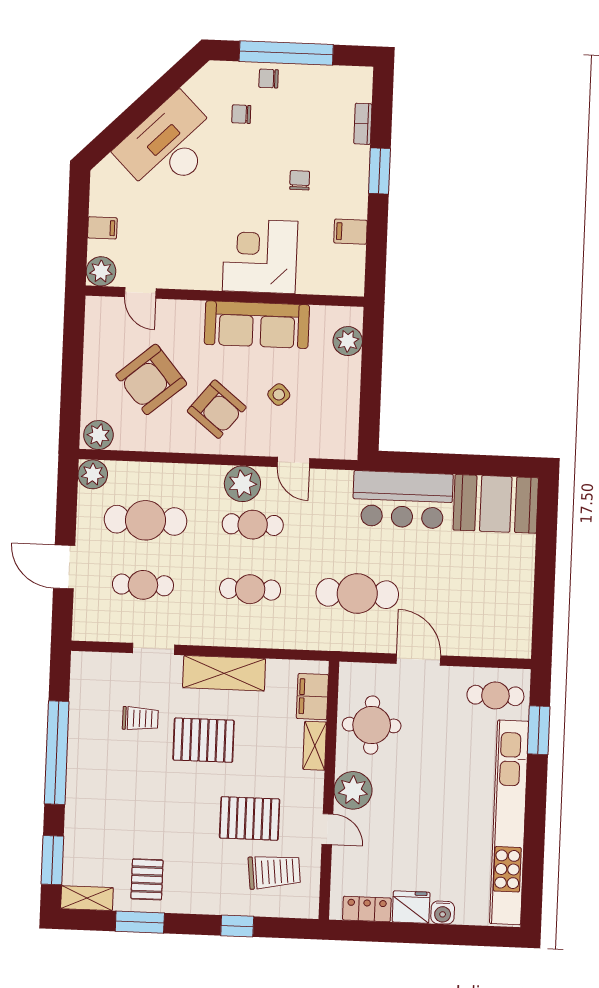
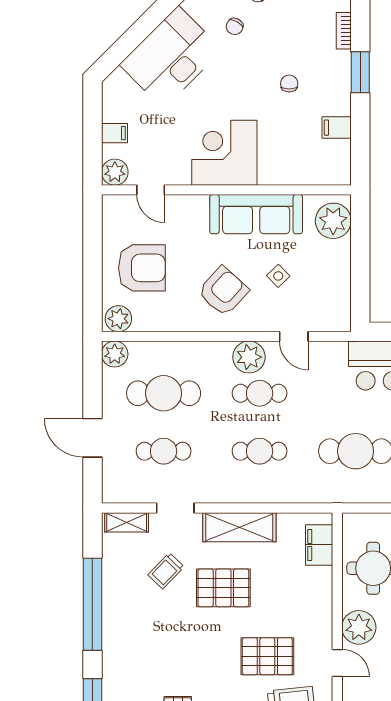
chair: (241, 114) -> (235, 26), turned -62
corner desk: (260, 256) -> (224, 153), moved
plant: (348, 341) -> (333, 221), width x1.36, depth x1.36
armchair: (151, 379) -> (142, 268), moved, turned -140
armchair: (217, 409) -> (223, 291), turned -87
trolley: (140, 719) -> (166, 571), turned 134
shelving: (315, 746) -> (127, 522), moved, turned 90

